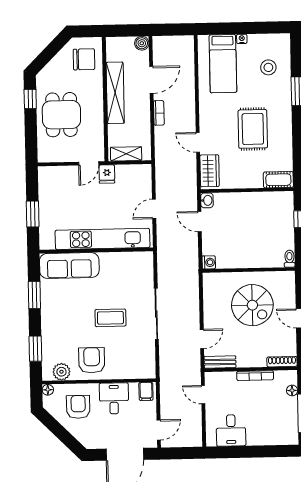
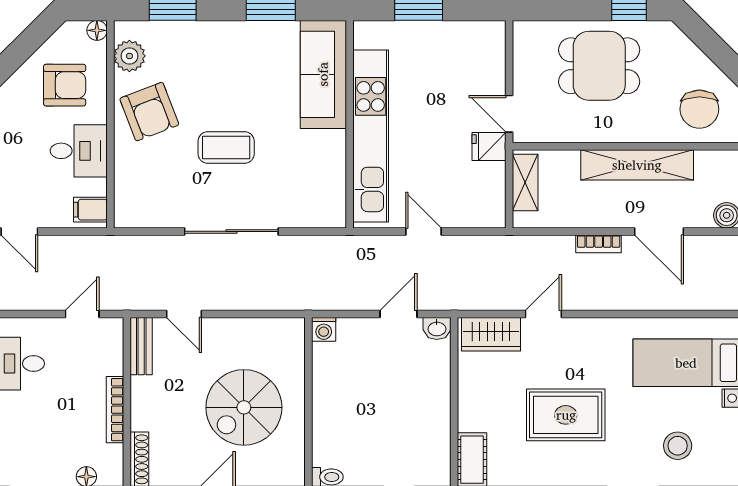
coffee table: (110, 318) -> (226, 148), turned 90
armchair: (92, 360) -> (149, 112), turned 69

